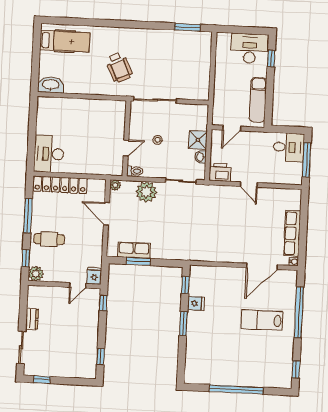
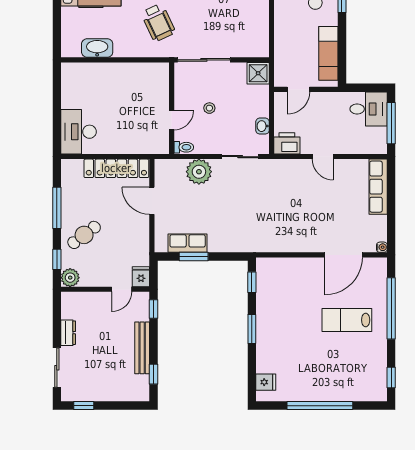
washbasin: (51, 85) -> (97, 48), moved
shower: (198, 140) -> (258, 73), moved
locker: (60, 185) -> (116, 168), moved
plant: (115, 185) -> (161, 165), removed
row of seats: (292, 233) -> (378, 187), moved
cafe table: (49, 239) -> (84, 235), turned -37
fridge: (196, 303) -> (266, 382), moved
bench: (92, 335) -> (142, 348), added

